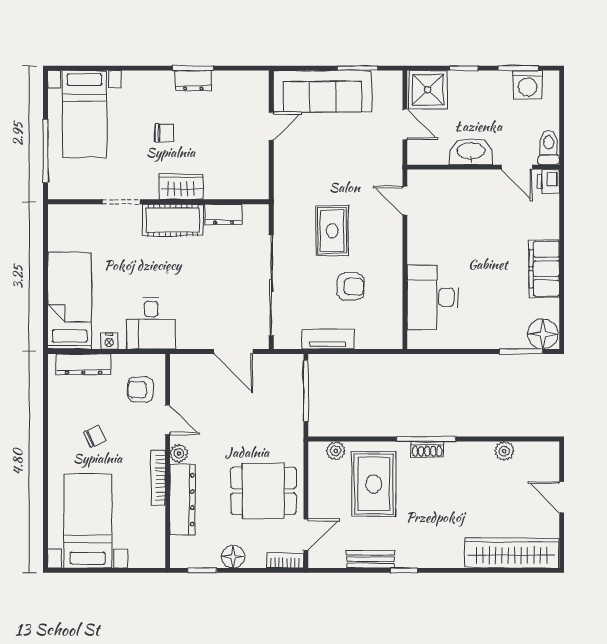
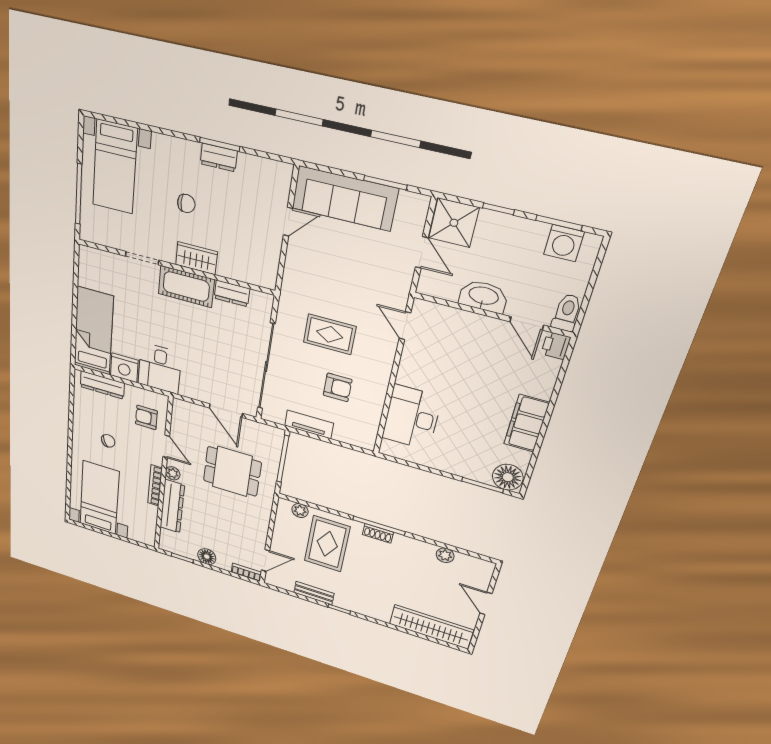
rug: (332, 231) -> (330, 334), turned 90
nightstand: (109, 341) -> (124, 368), width x1.89, depth x1.79
dining table: (263, 491) -> (232, 471), moved

